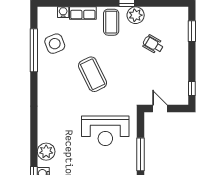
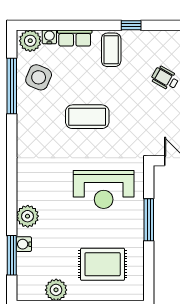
plant: (136, 15) -> (30, 41), moved
side table: (55, 44) -> (39, 77), turned 45
coffee table: (93, 74) -> (87, 117), turned -64

